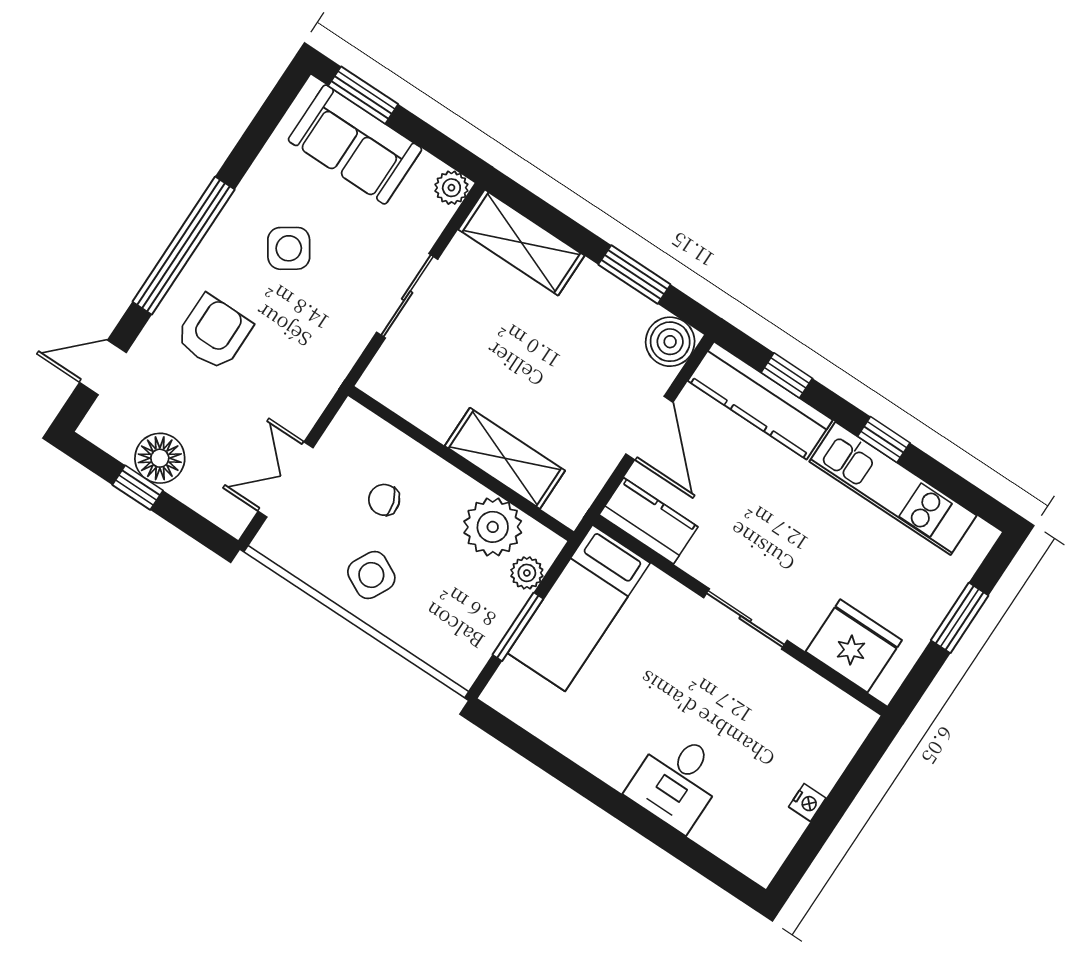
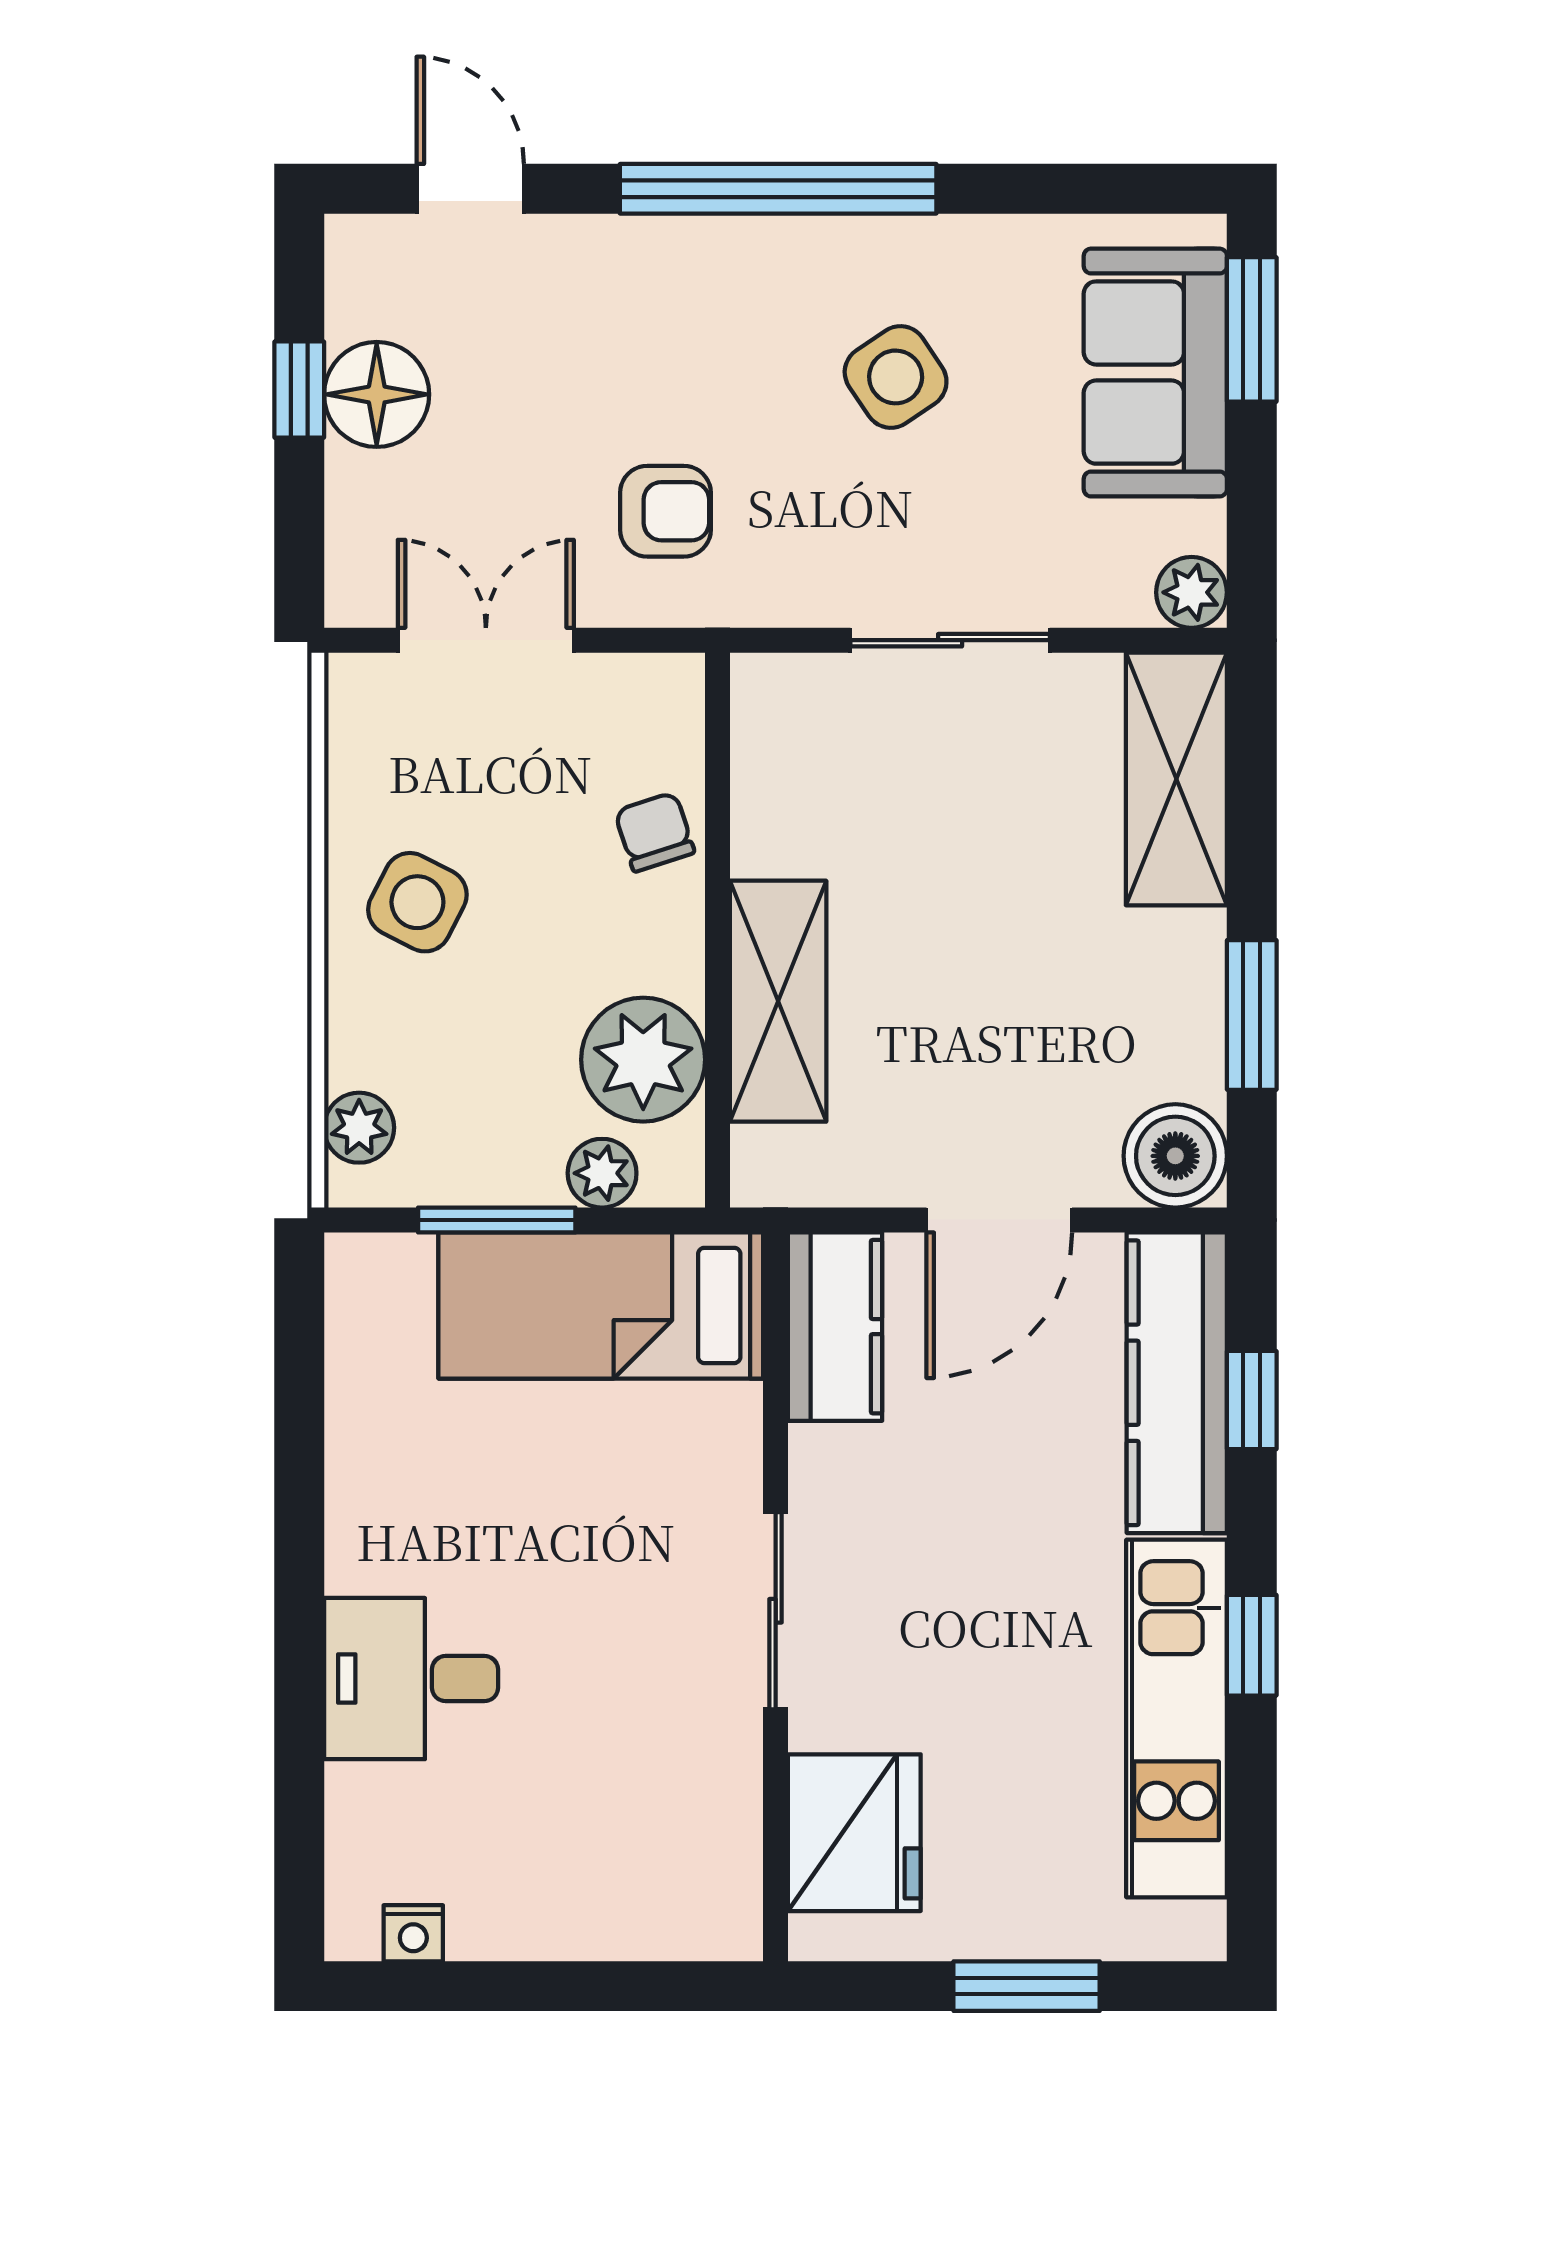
armchair: (214, 332) -> (665, 511), moved, width x0.72, depth x0.72
chair: (384, 500) -> (655, 832), moved
plant: (445, 657) -> (359, 1128), added
nightstand: (807, 802) -> (413, 1933), moved

